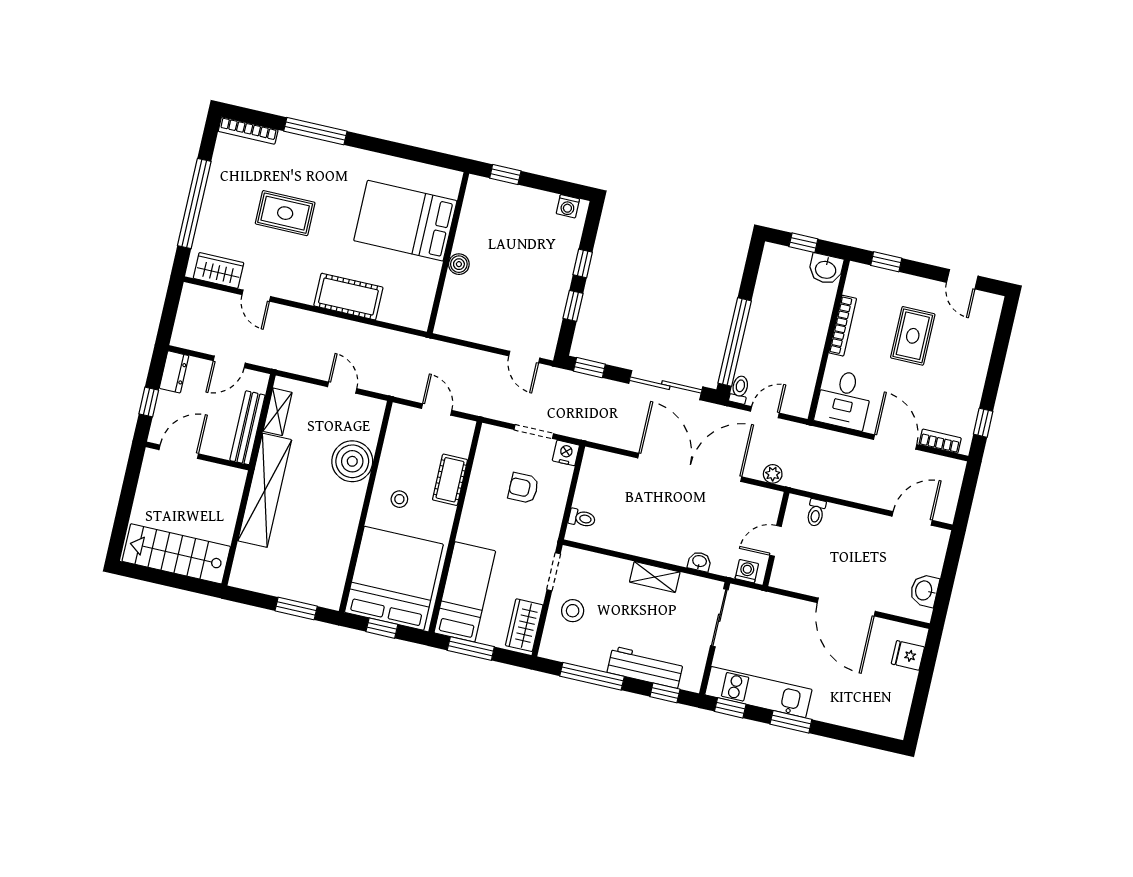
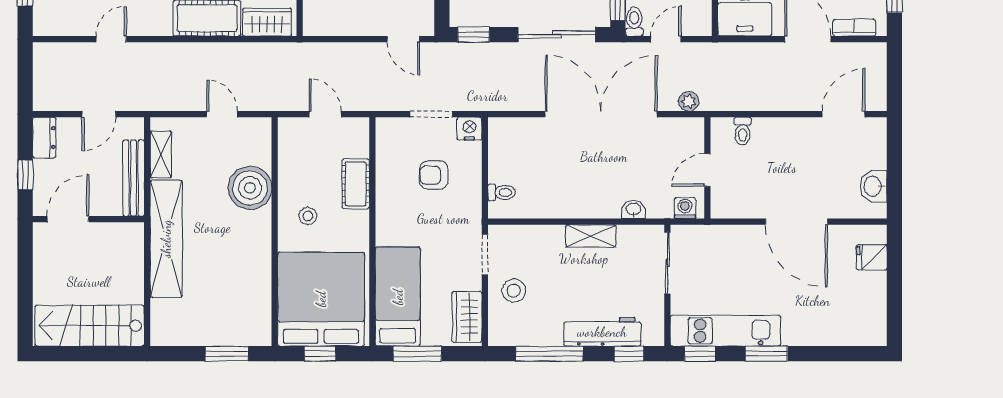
wardrobe: (219, 270) -> (267, 22), moved
door: (256, 296) -> (111, 39), swing flipped

